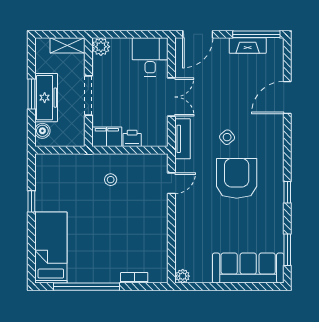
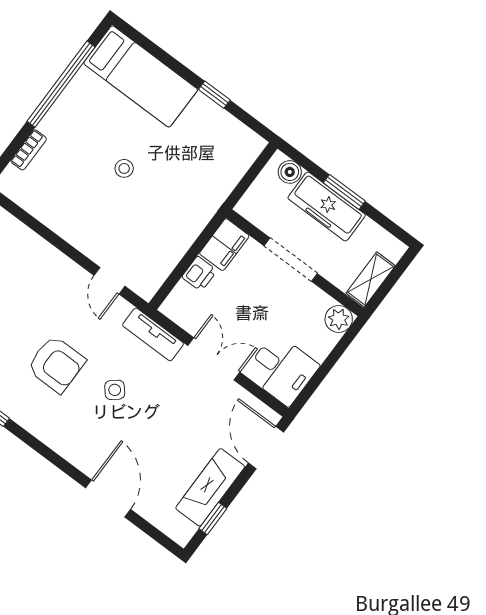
window: (256, 34) -> (213, 519), width x0.46
fireplace: (248, 46) -> (210, 487), width x1.37, depth x1.32
double door: (171, 97) -> (214, 359), swing flipped
armchair: (237, 178) -> (56, 364), width x0.73, depth x0.73
stool: (111, 180) -> (124, 168), moved

